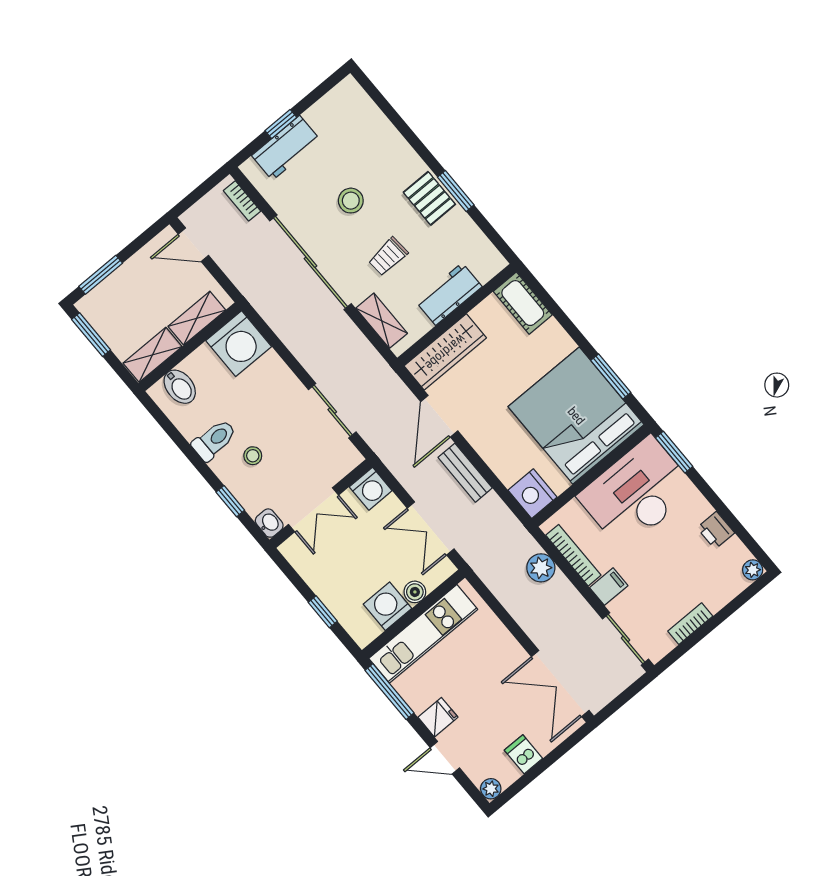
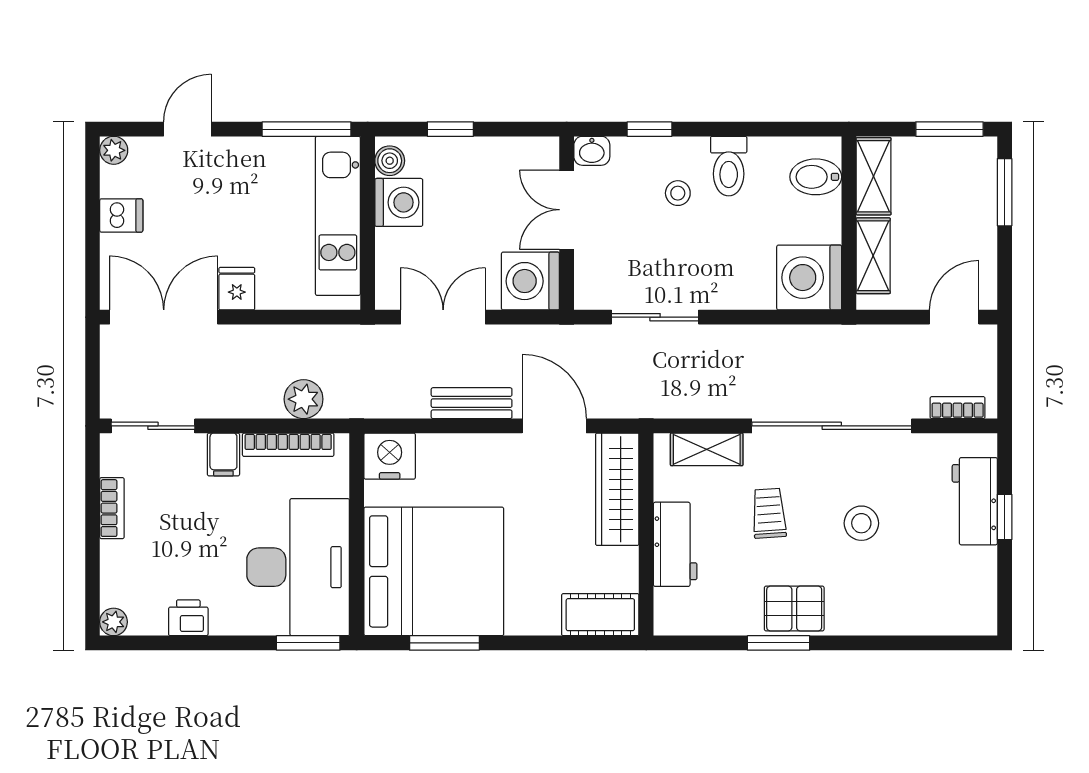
washing machine: (371, 489) -> (530, 281), width x1.37, depth x1.37
boiler: (415, 592) -> (390, 161), moved
fridge: (438, 717) -> (237, 289), moved, turned 180

